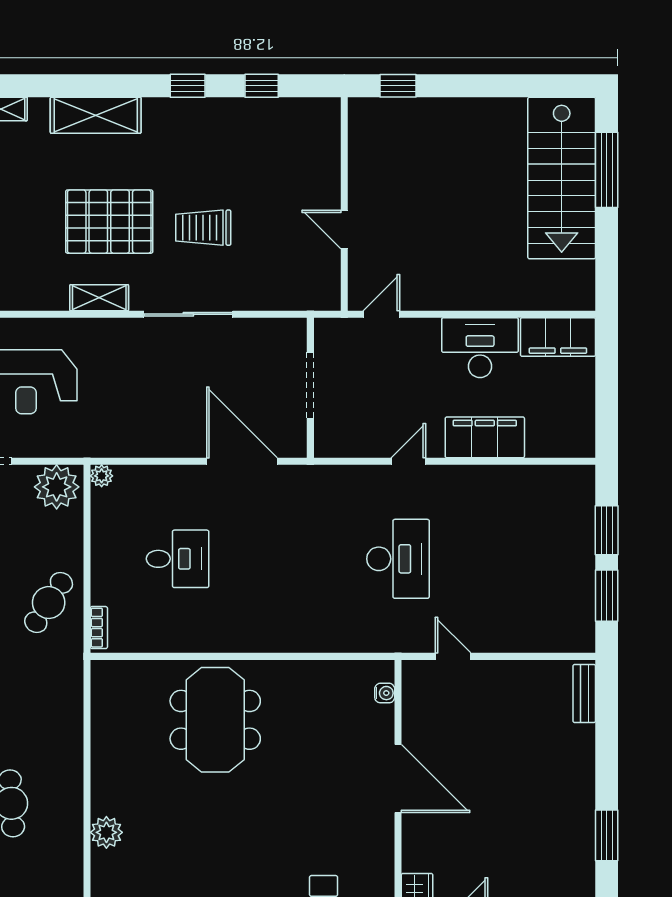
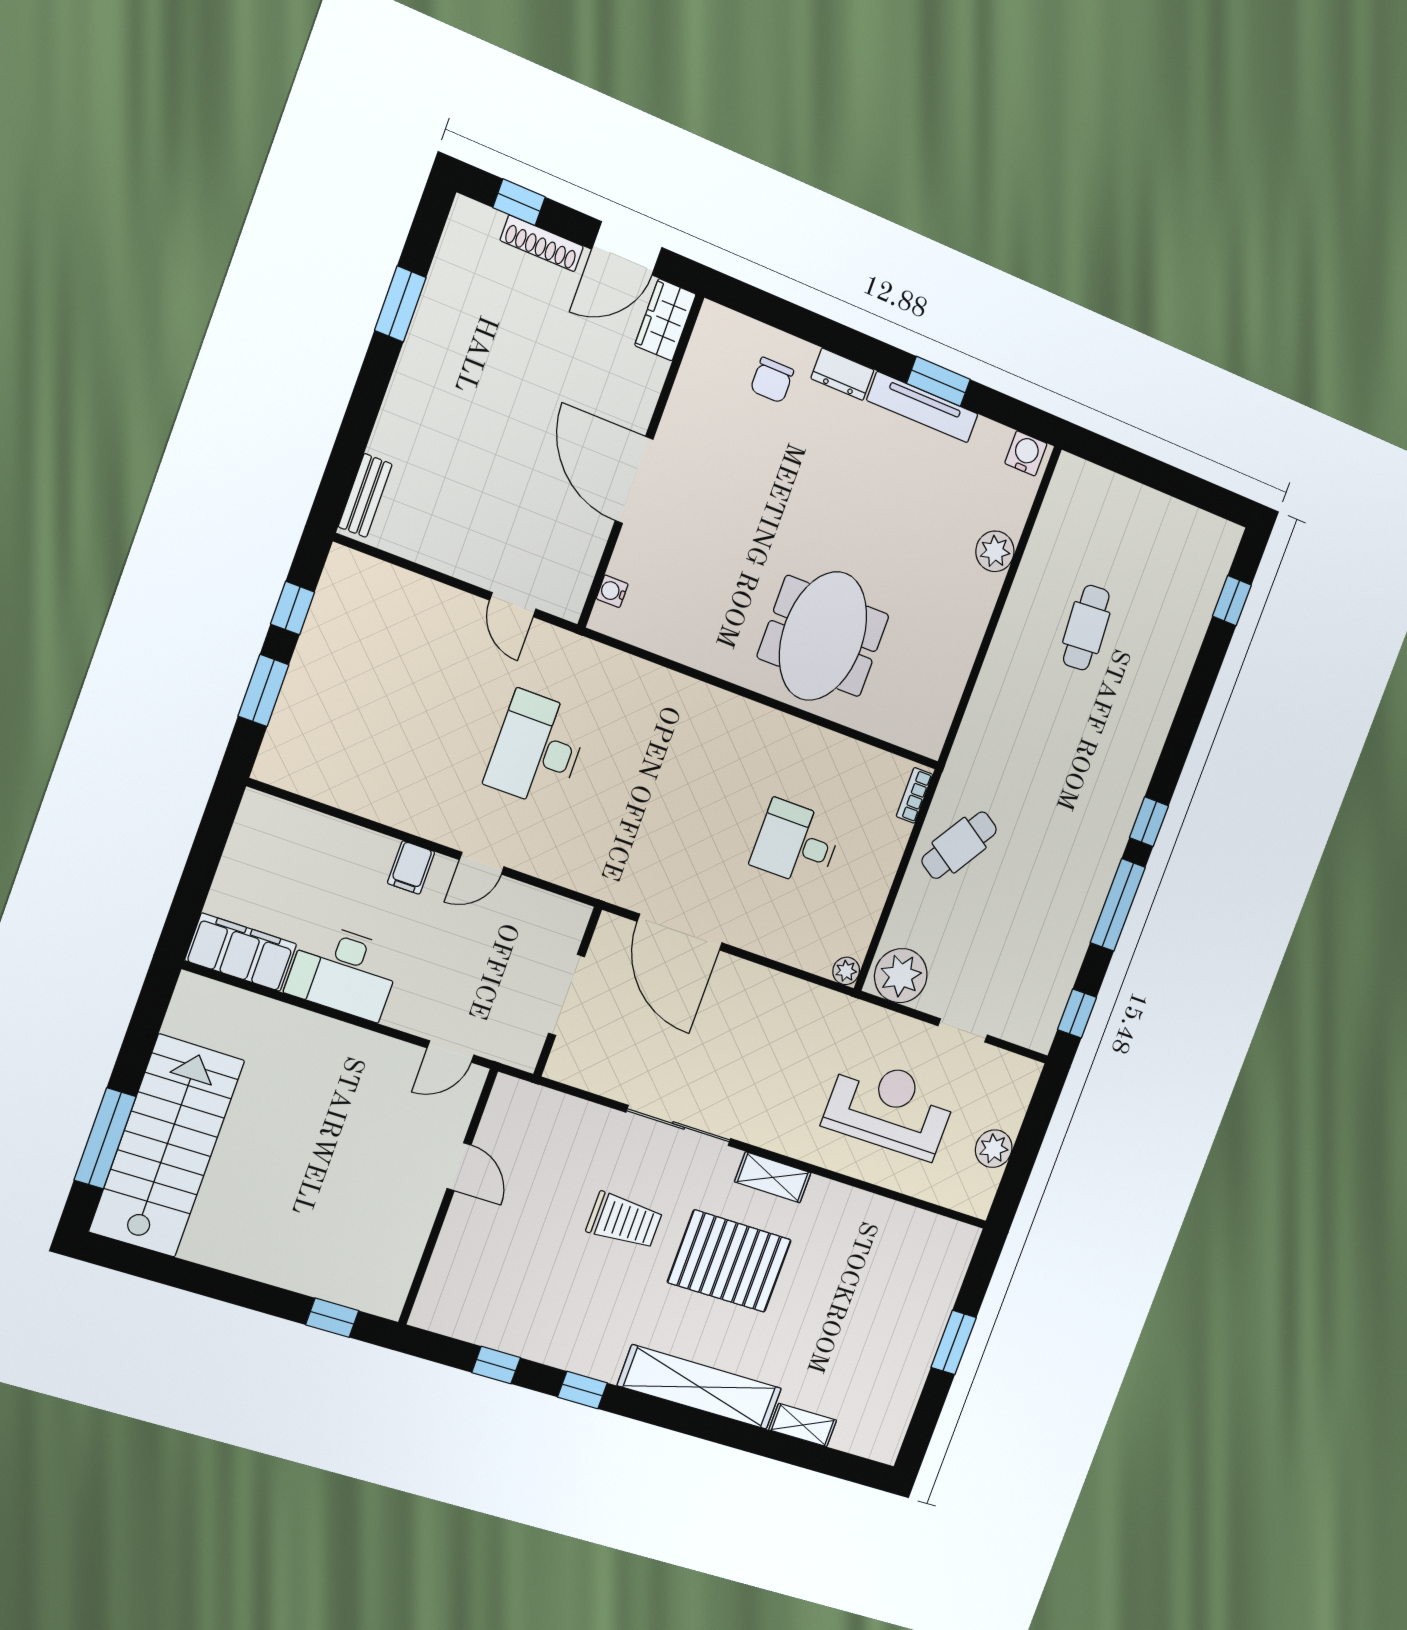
shelving: (96, 115) -> (700, 1387), width x1.47
filing cabinet: (485, 437) -> (411, 868), width x0.33, depth x0.86
window: (607, 596) -> (293, 608), width x0.67

